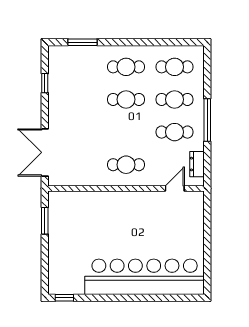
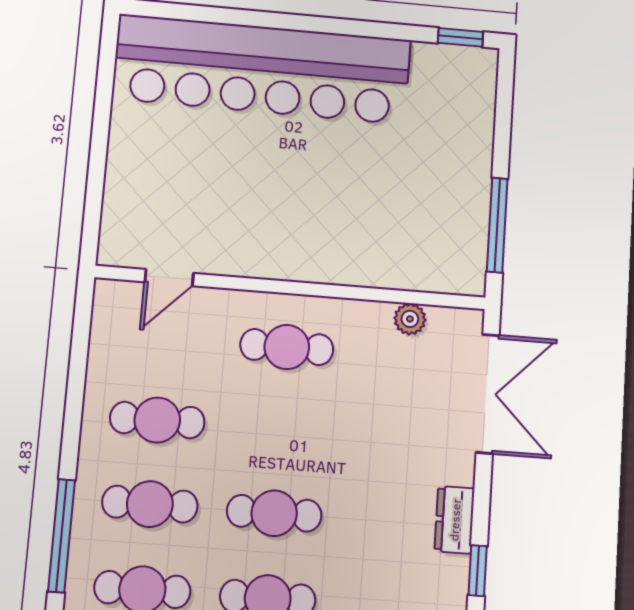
window: (207, 120) -> (62, 536), moved
dresser: (197, 164) -> (455, 520), moved, turned 180
plant: (78, 180) -> (410, 319), added
window: (45, 221) -> (497, 225), width x1.44

